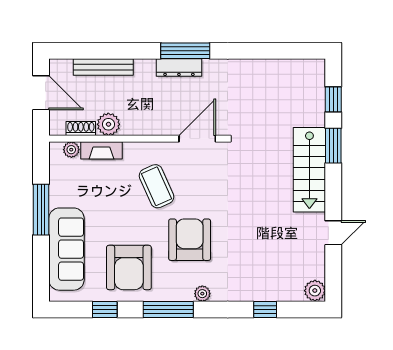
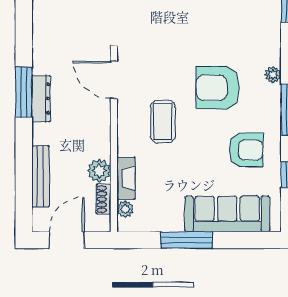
coffee table: (156, 186) -> (163, 122), turned -66
armchair: (129, 267) -> (246, 150), width x0.73, depth x0.73

